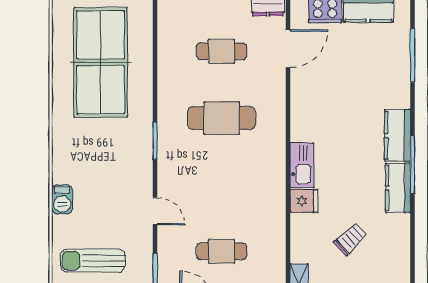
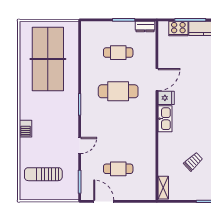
door: (288, 49) -> (157, 80), moved
barbecue: (62, 199) -> (26, 129), moved
fridge: (304, 201) -> (166, 98), moved
door: (155, 211) -> (80, 145), hinge flipped

